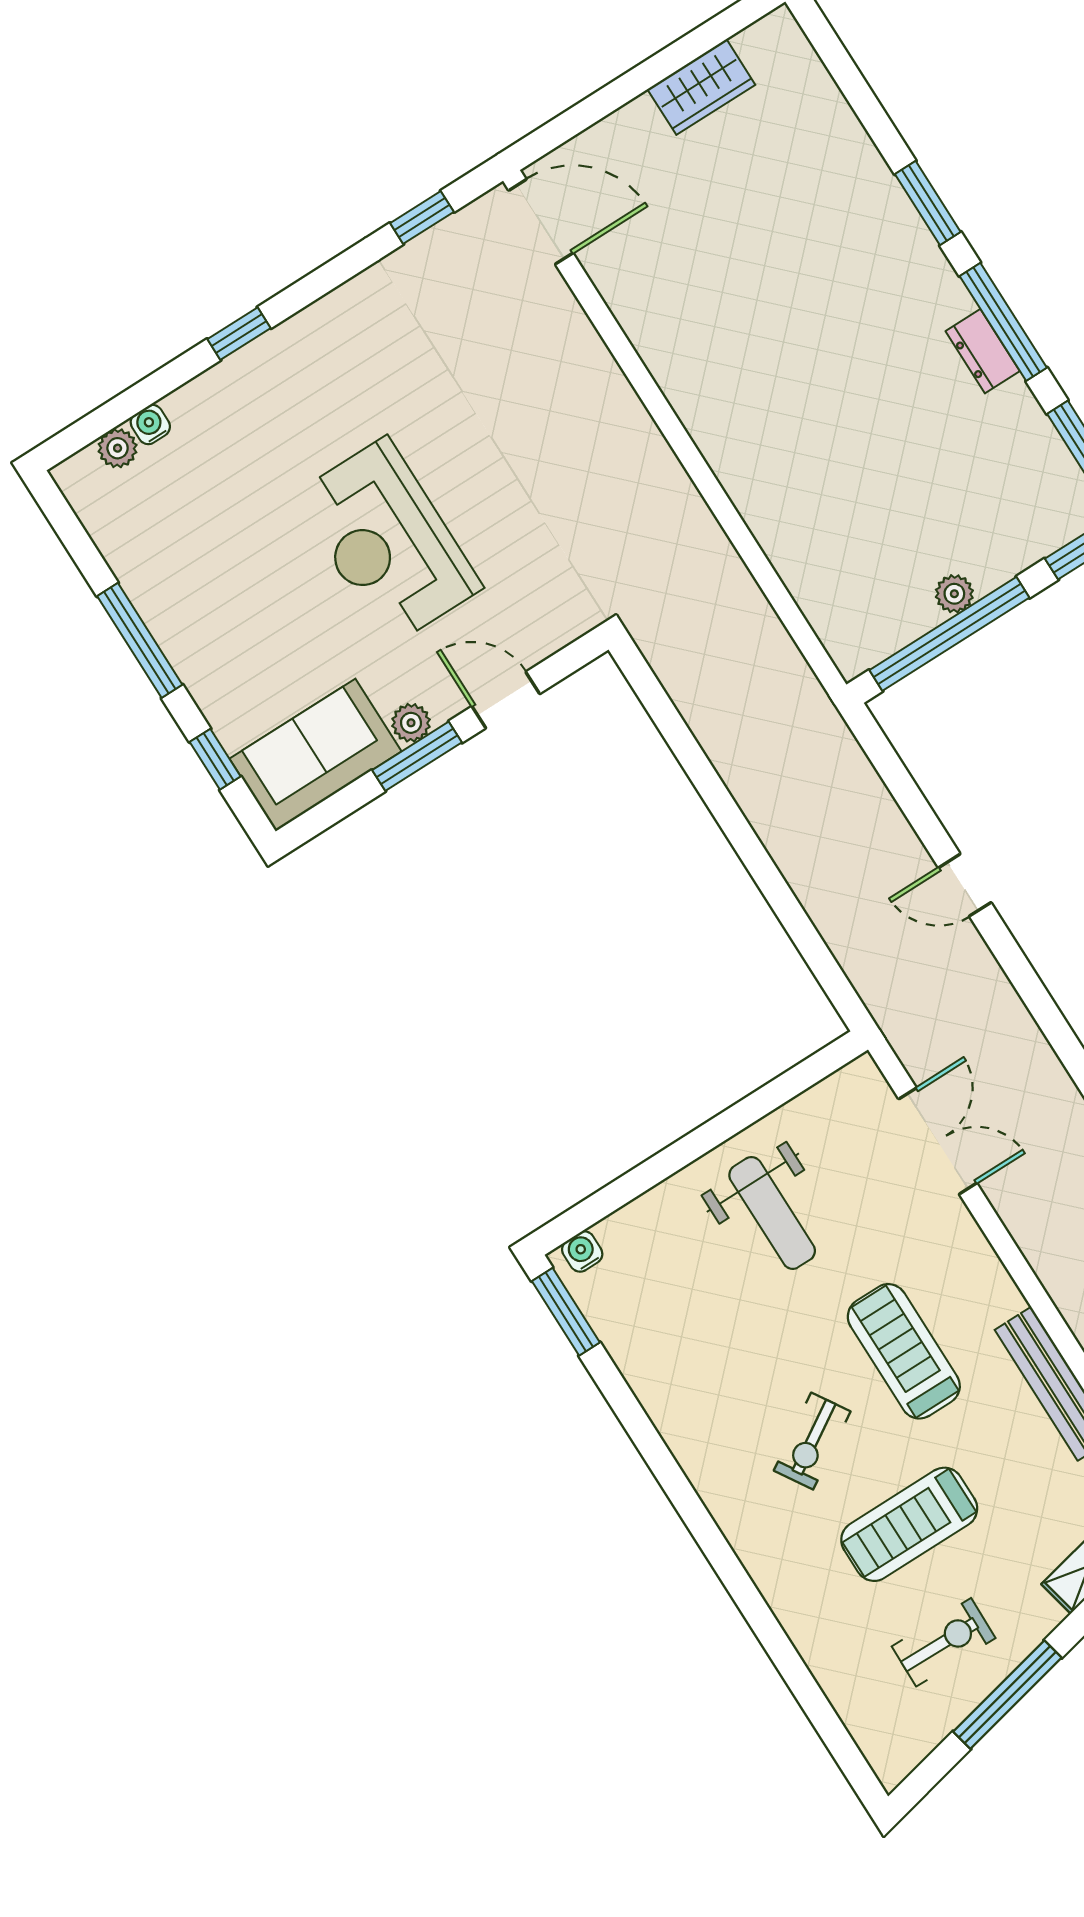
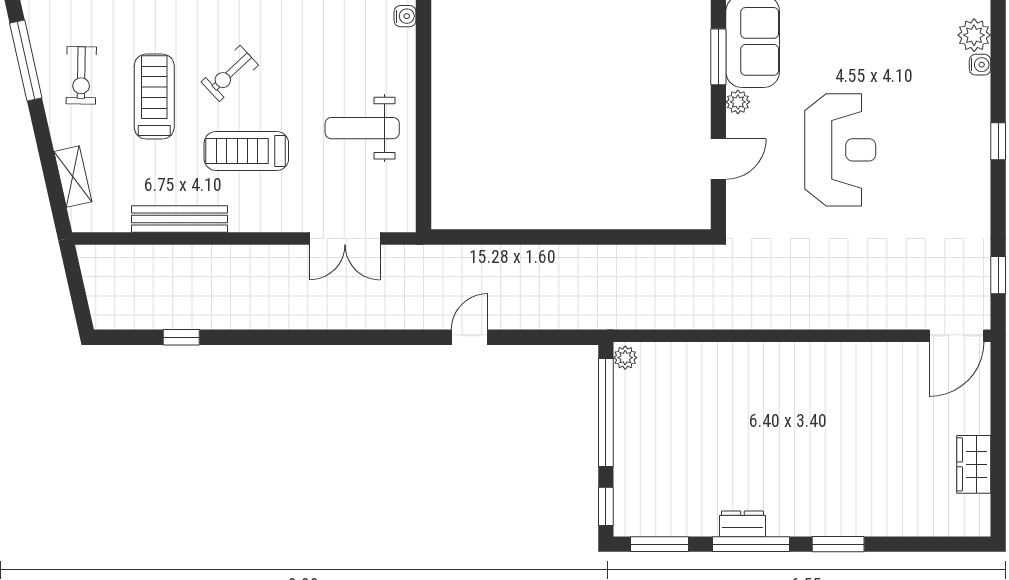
plant: (118, 448) -> (974, 35), width x1.38, depth x1.38
reception desk: (388, 542) -> (840, 150), turned 90
plant: (954, 594) -> (625, 358), moved
window: (417, 756) -> (718, 57), moved
treadmill: (904, 1351) -> (246, 151), turned 180
exercise bike: (812, 1441) -> (230, 73), turned -101
window: (1007, 1695) -> (26, 60), moved

